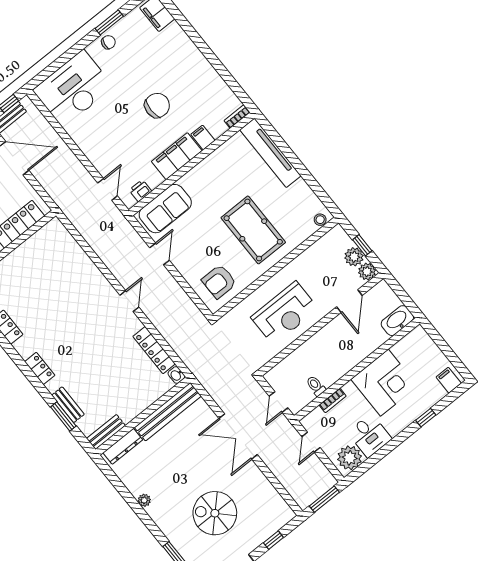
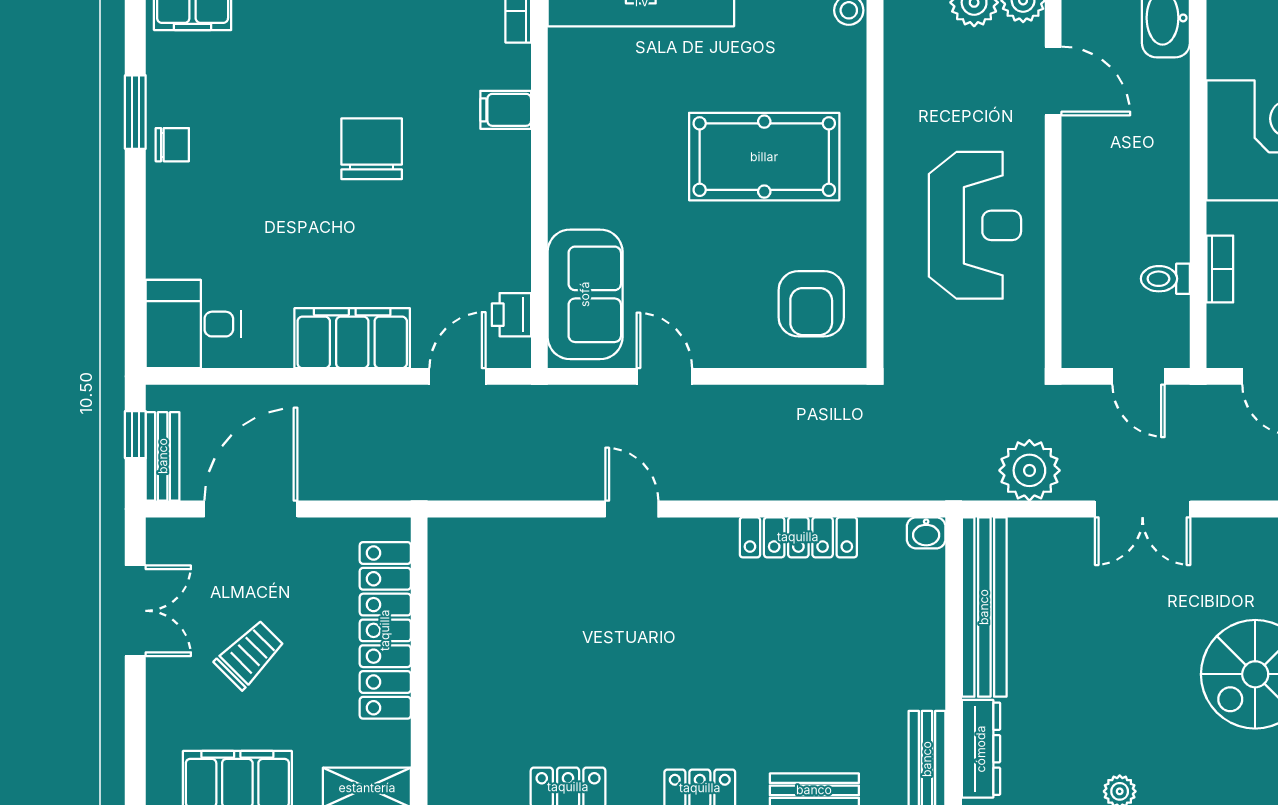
chair: (108, 42) -> (172, 145), turned 81
desk: (73, 89) -> (193, 324), width x0.53, depth x0.77
filing cabinet: (177, 156) -> (352, 338), moved, turned 90
door: (108, 189) -> (458, 376), hinge flipped
door: (129, 301) -> (632, 509), moved
locker: (154, 350) -> (798, 537), moved
plant: (222, 392) -> (1029, 470), added
double door: (238, 437) -> (1143, 509), width x0.73

